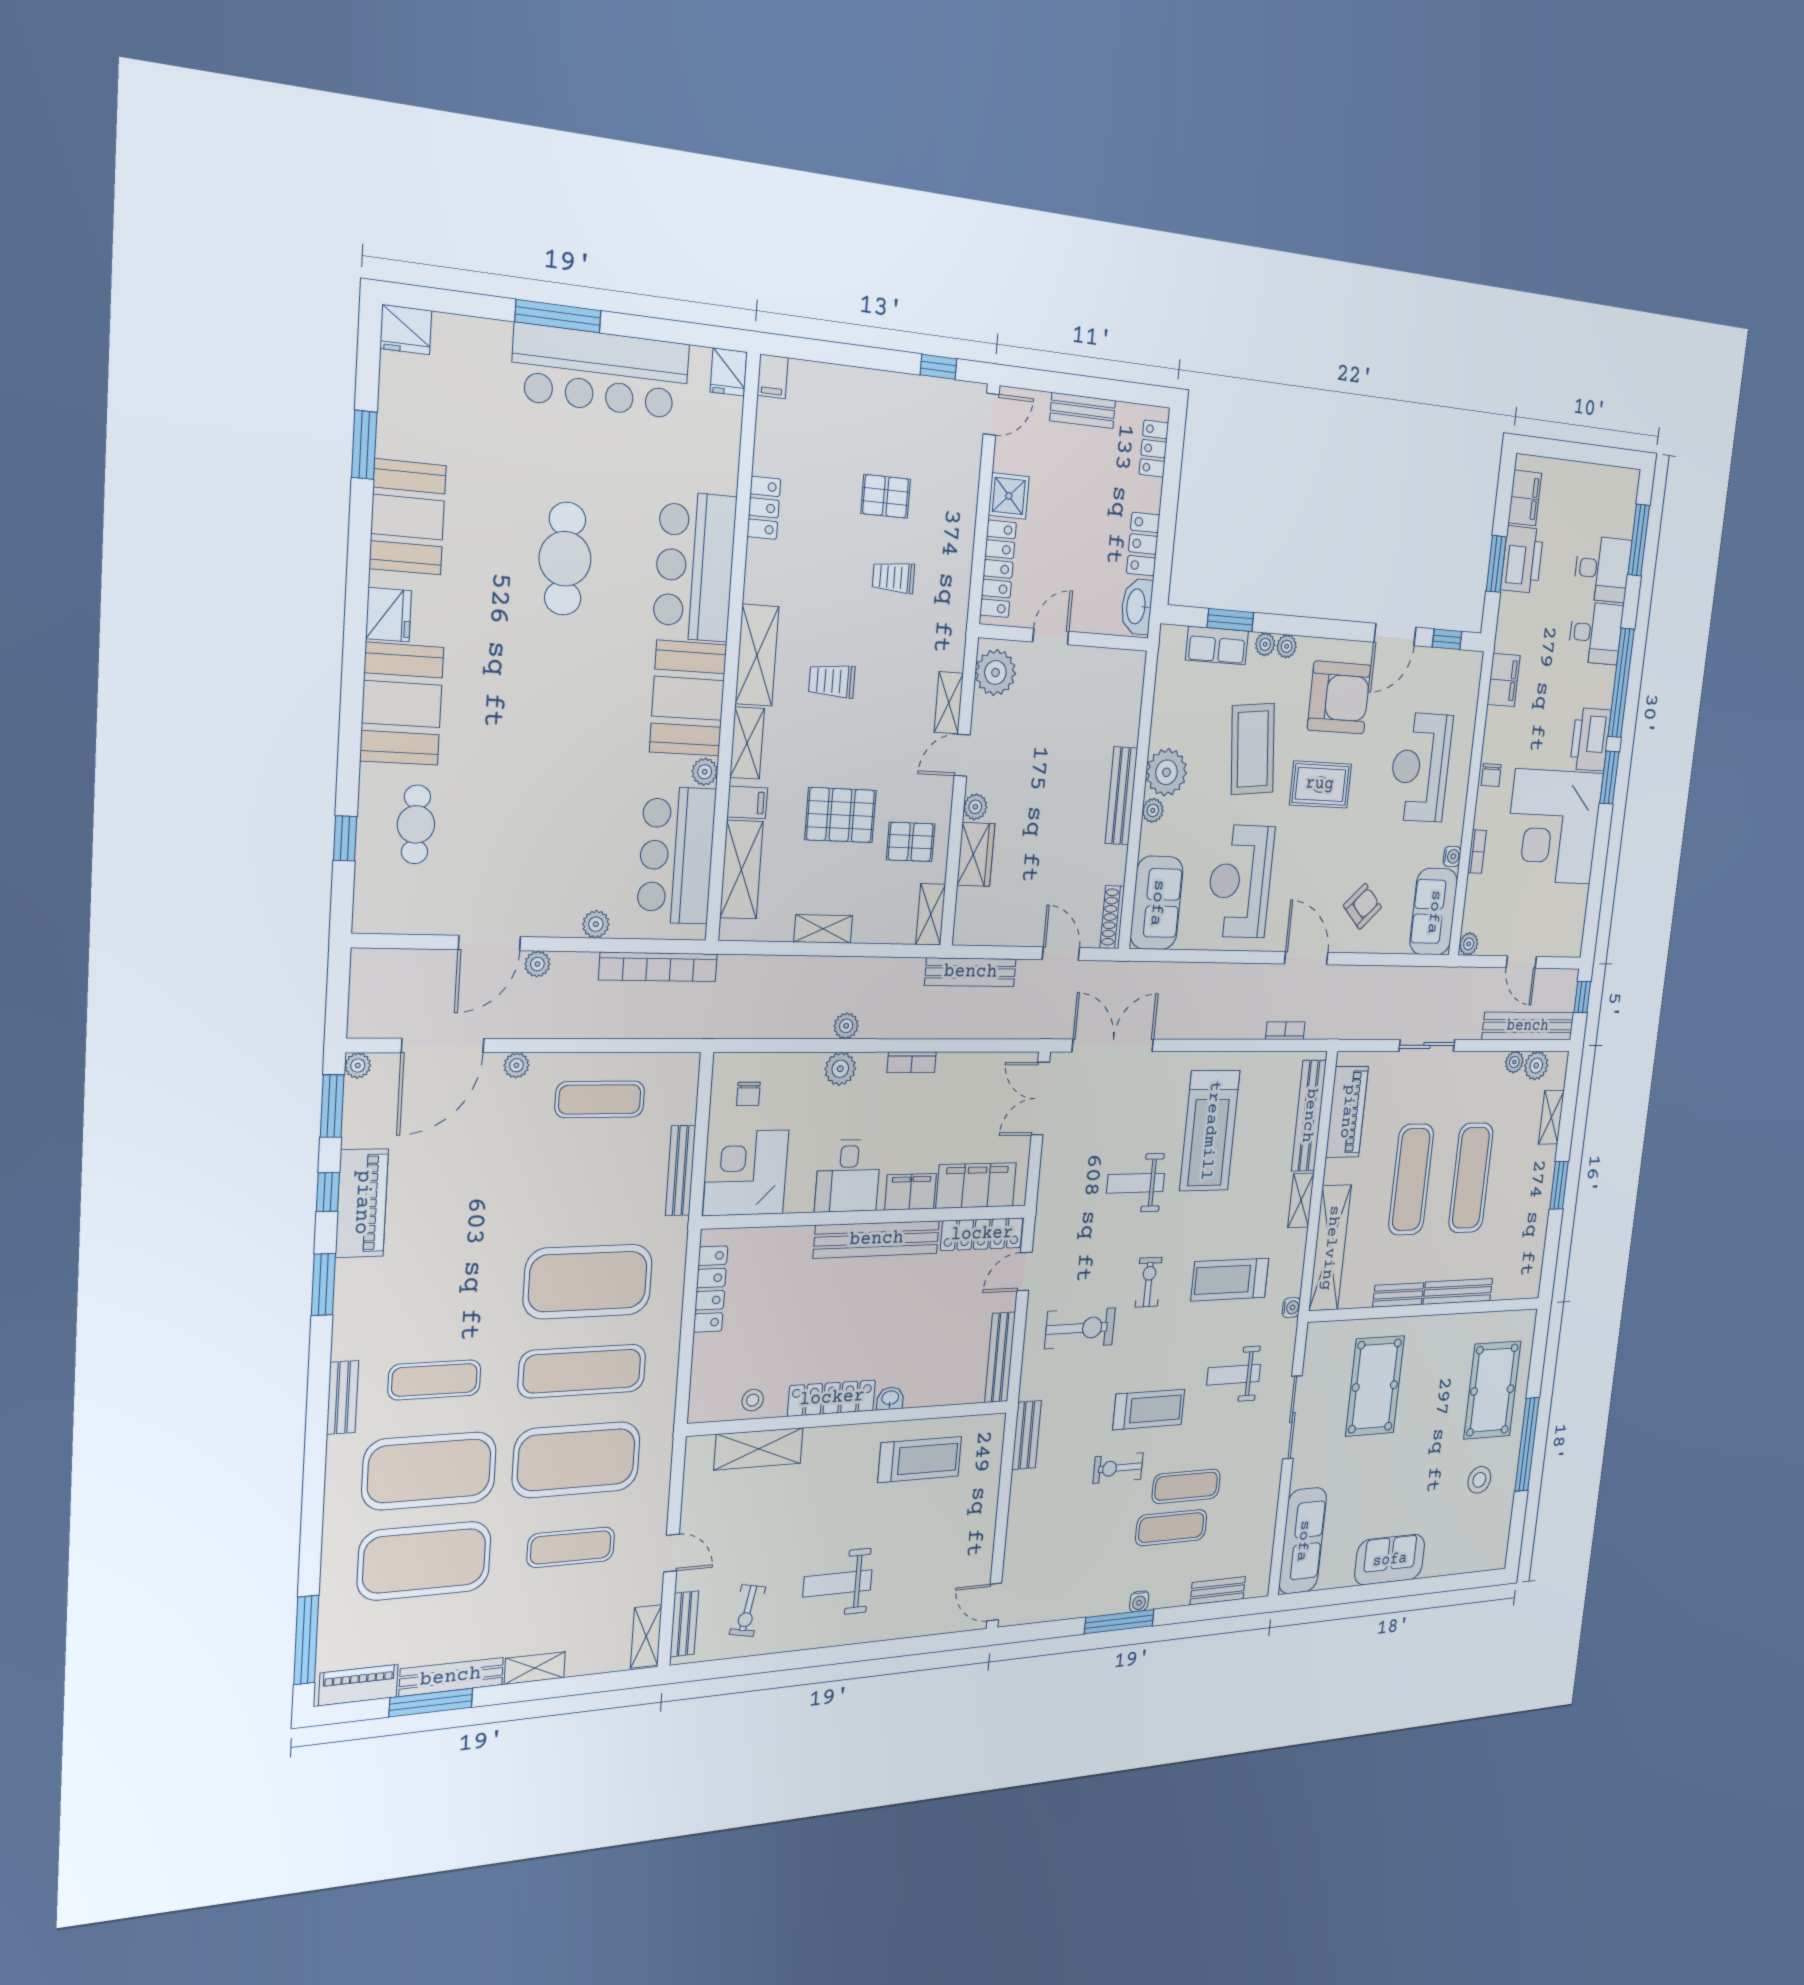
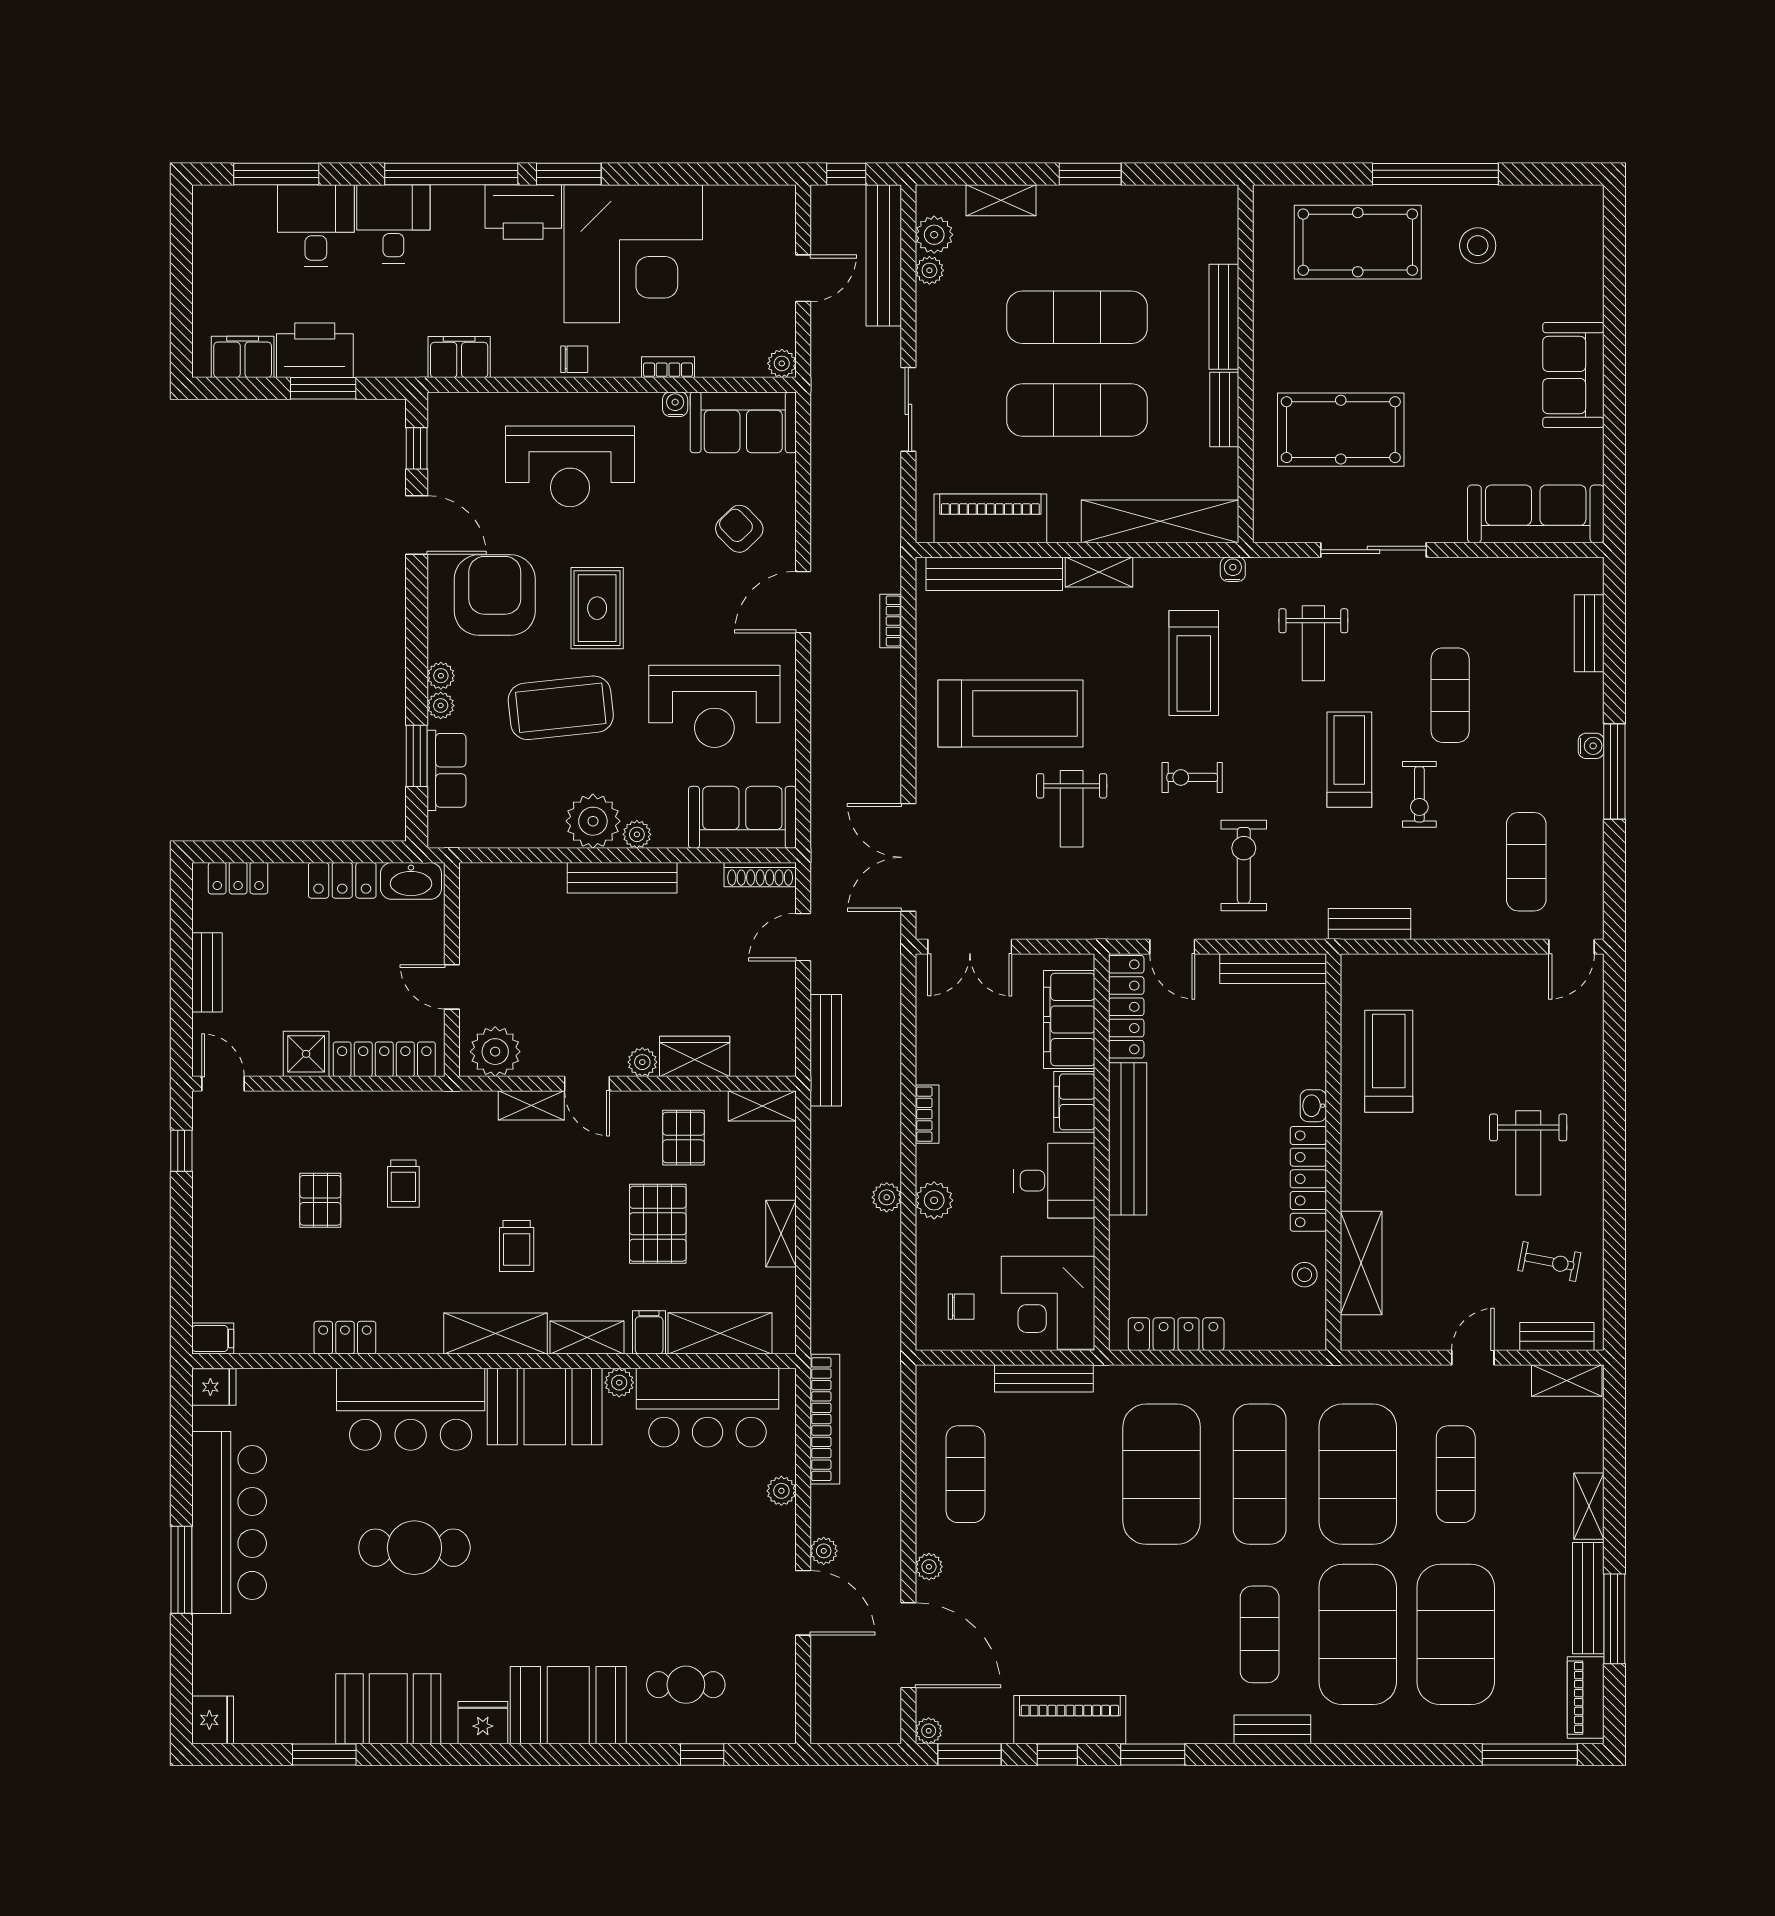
exercise mat: (1171, 1528) -> (1526, 862), moved

